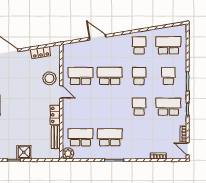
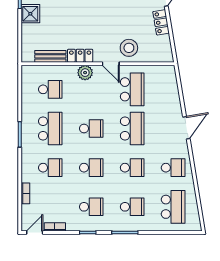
door: (98, 37) -> (186, 128), moved
locker: (41, 53) -> (161, 22), moved
door: (61, 92) -> (111, 64), hinge flipped
school desk: (110, 107) -> (91, 129), added
school desk: (168, 107) -> (91, 207), width x0.54
school desk: (80, 137) -> (50, 89), width x0.54
school desk: (139, 137) -> (50, 168), added
plant: (68, 153) -> (85, 73), moved

